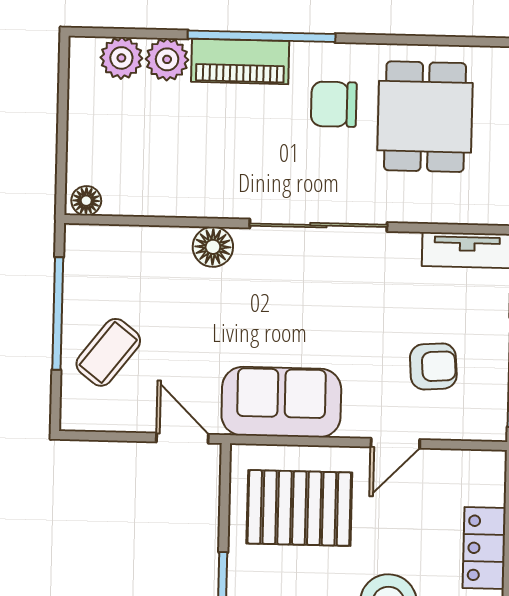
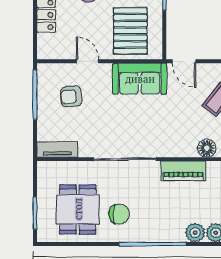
piano: (240, 61) -> (183, 171), moved, turned 180
floor lamp: (213, 247) -> (207, 148), moved
door: (395, 443) -> (88, 61), hinge flipped
pallet: (299, 508) -> (130, 31), turned 90

